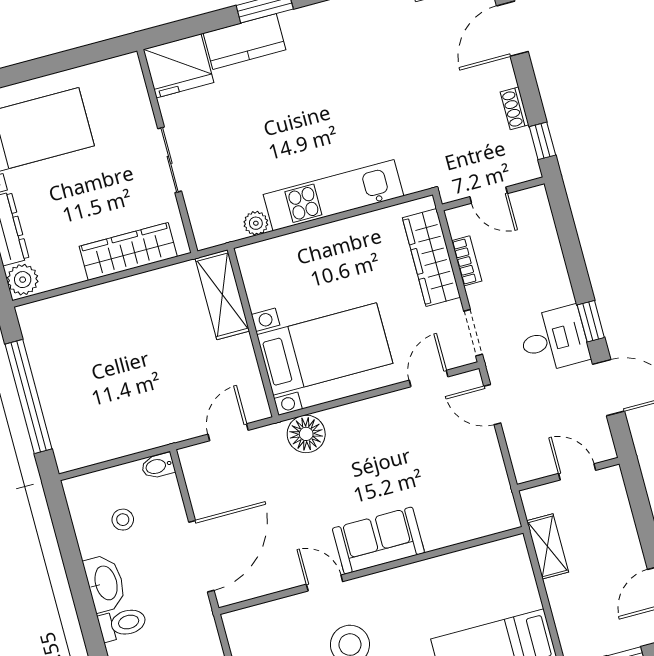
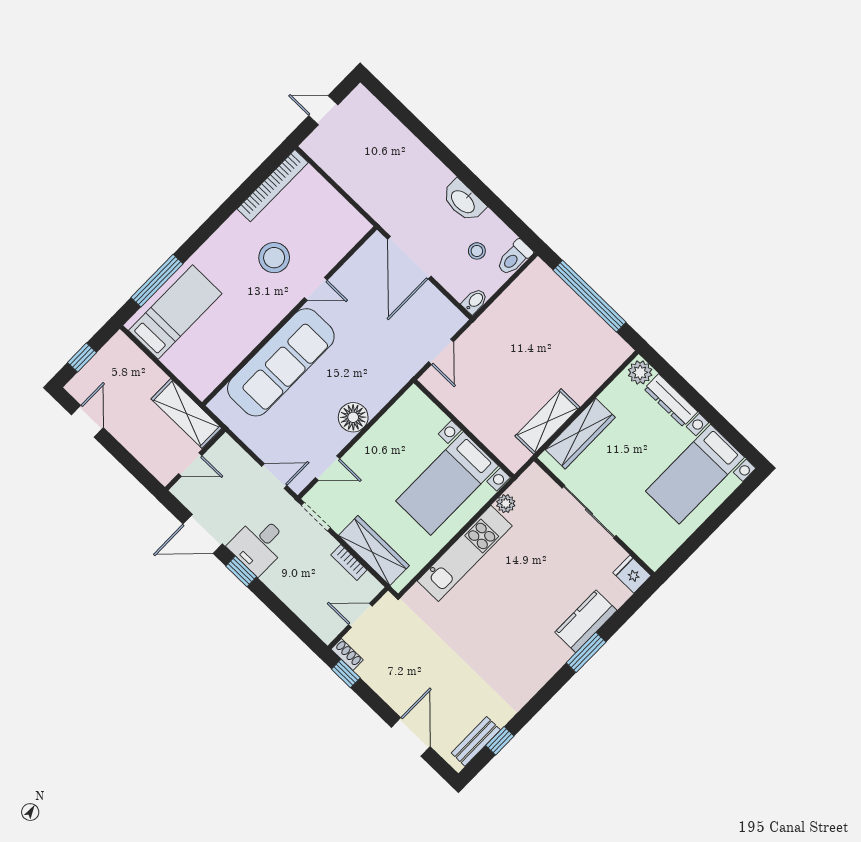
fridge: (178, 66) -> (632, 574), width x0.53, depth x0.75
shoe rack: (515, 108) -> (347, 654), moved
sliding door: (170, 160) -> (589, 512), width x1.37
shelving: (222, 295) -> (547, 422), moved, turned 90
bed with nightstands: (325, 349) -> (447, 483), moved
door: (429, 378) -> (328, 468), hinge flipped
floor lamp: (306, 434) -> (353, 417), moved
sofa: (378, 541) -> (281, 362), width x1.85, depth x1.27
shelving: (548, 546) -> (186, 413), width x1.50, depth x1.33
toilet: (122, 624) -> (514, 258), moved

